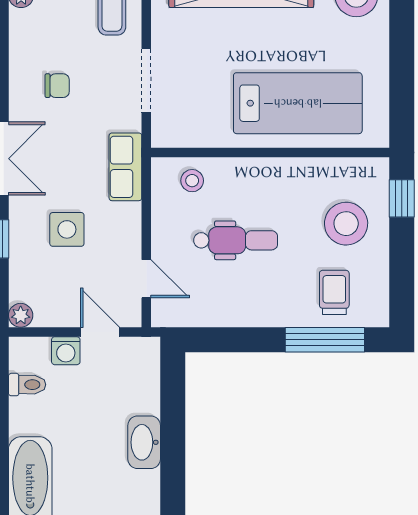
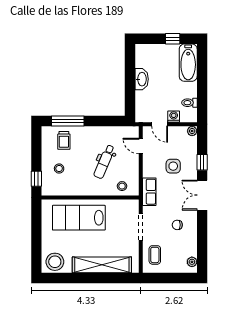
stool: (346, 224) -> (59, 169), width x0.53, depth x0.53
dental chair: (236, 240) -> (104, 162), turned -67

